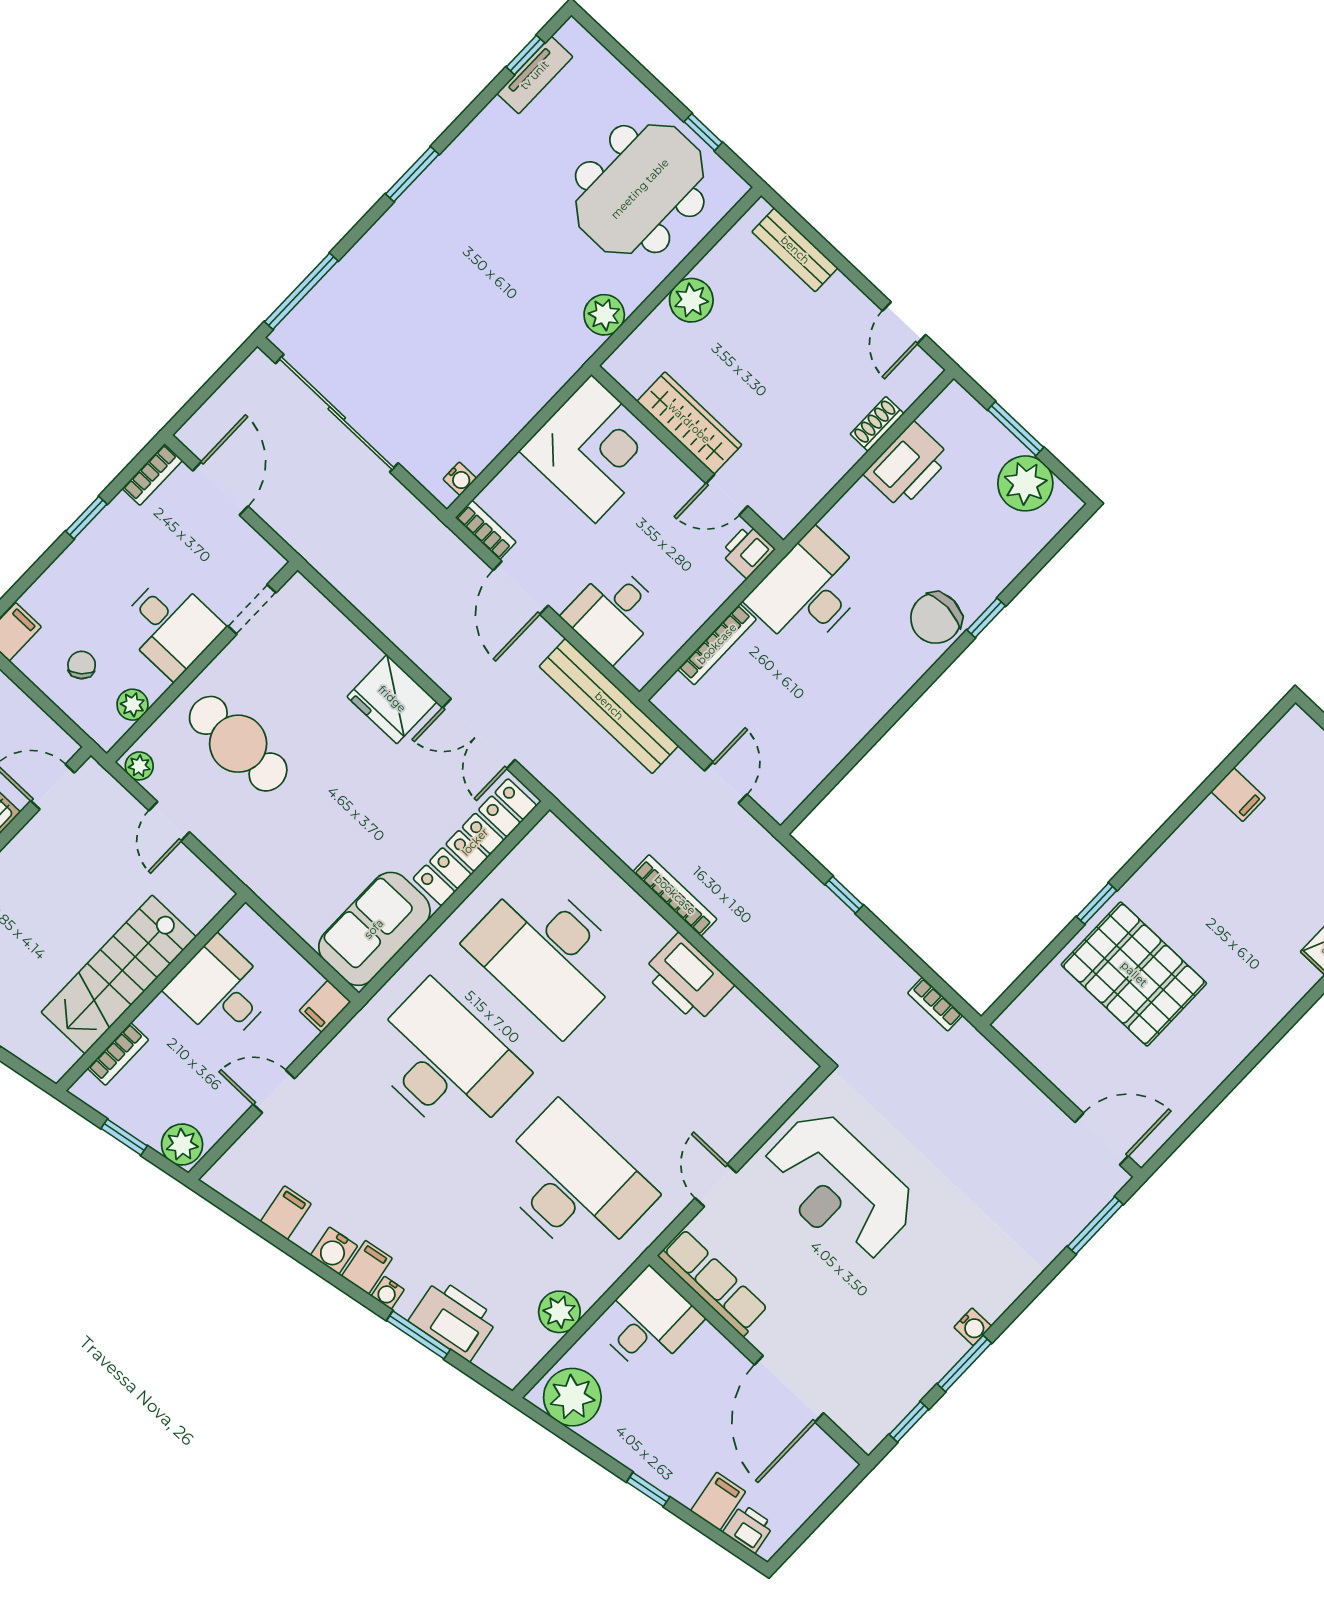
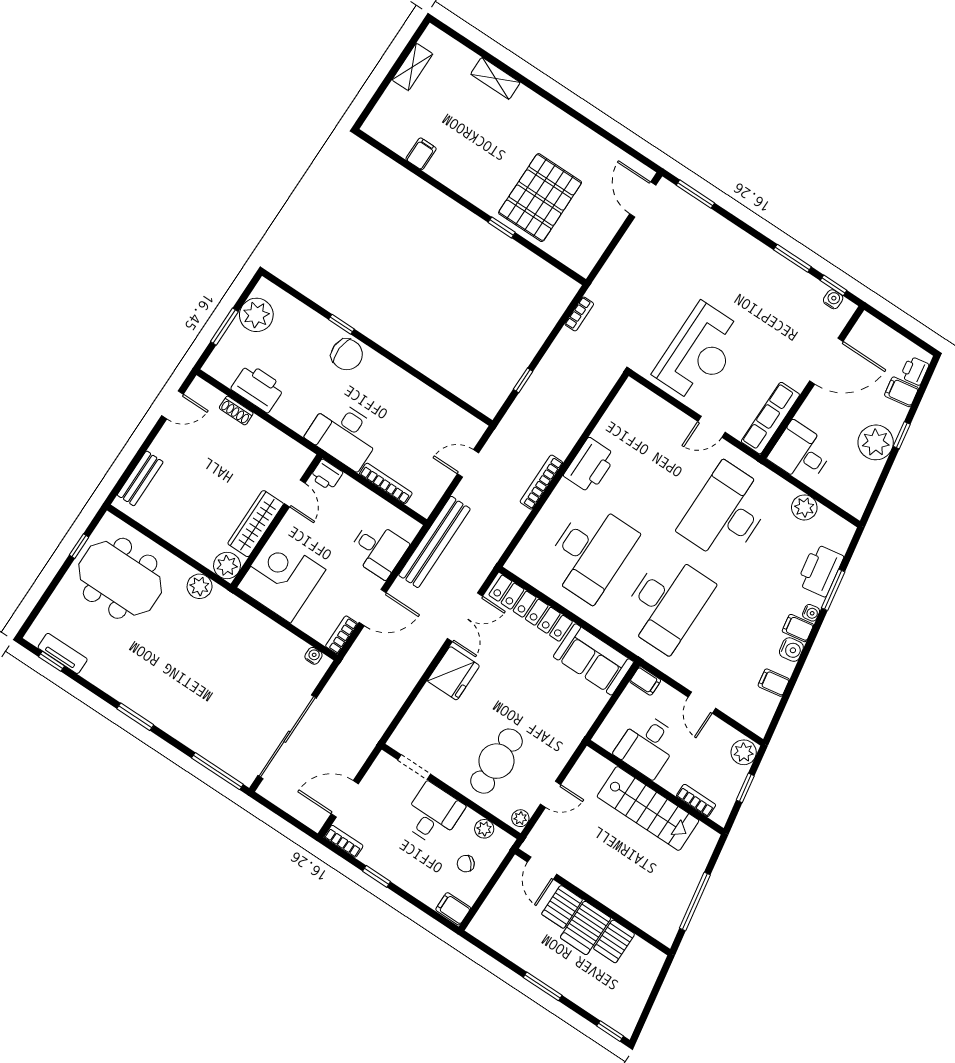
plant: (691, 300) -> (227, 566), moved
desk: (445, 1063) -> (666, 603), turned 180
water cooler: (973, 1327) -> (833, 299), moved
plant: (572, 1397) -> (876, 442), moved

